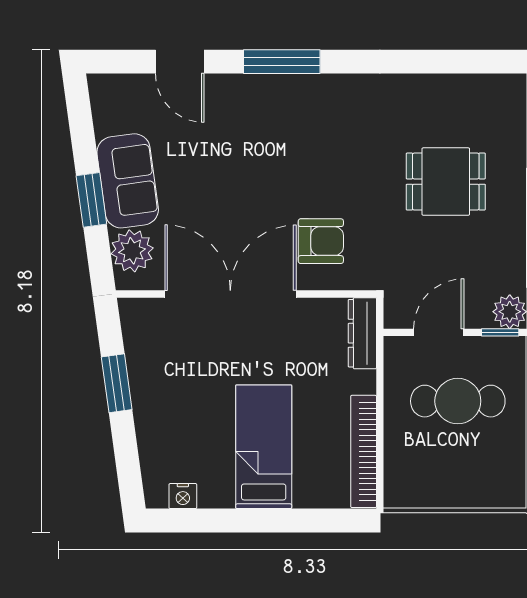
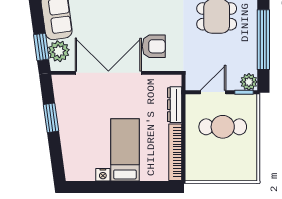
window: (91, 200) -> (41, 47), moved
dresser: (362, 333) -> (175, 105), moved
nightstand: (183, 496) -> (103, 175), moved

